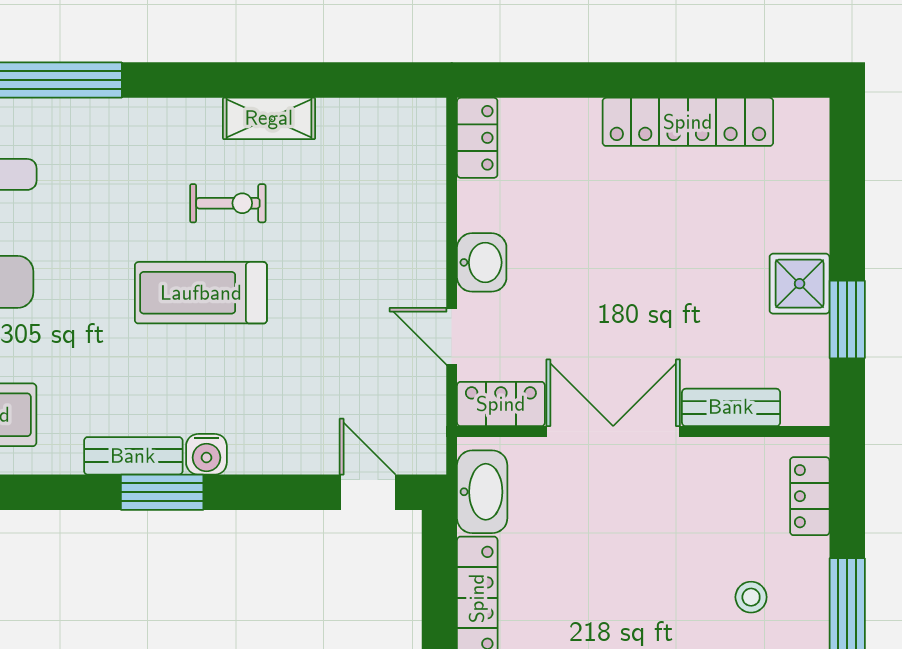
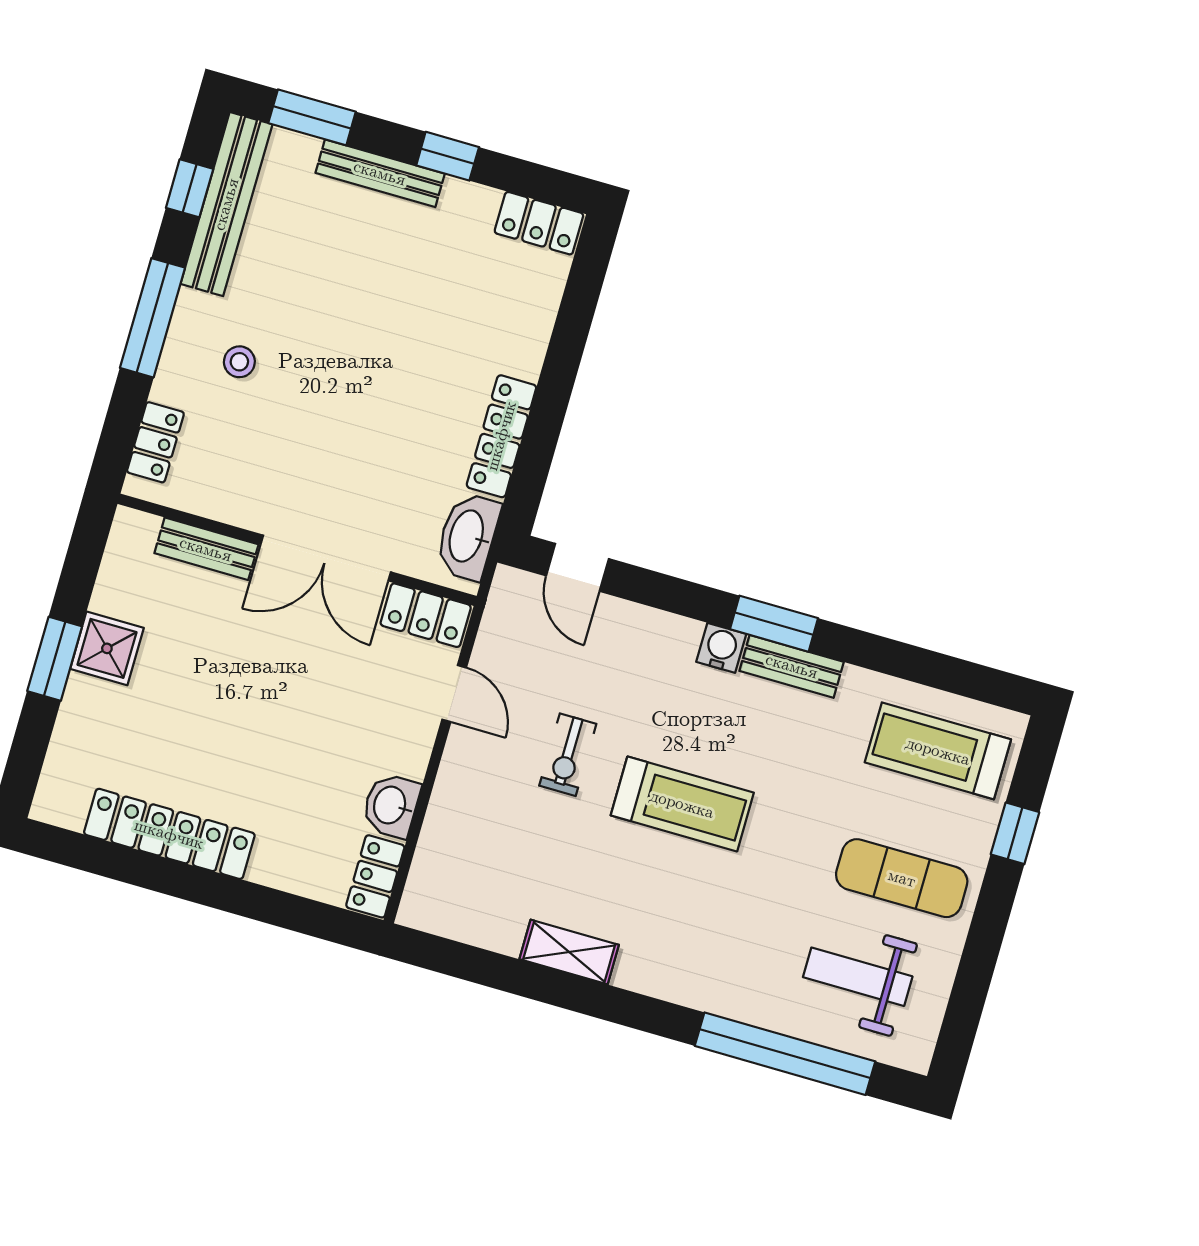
exercise bike: (228, 203) -> (568, 755), moved, turned -90
washbasin: (482, 262) -> (391, 805), moved
window: (847, 319) -> (55, 659), moved

